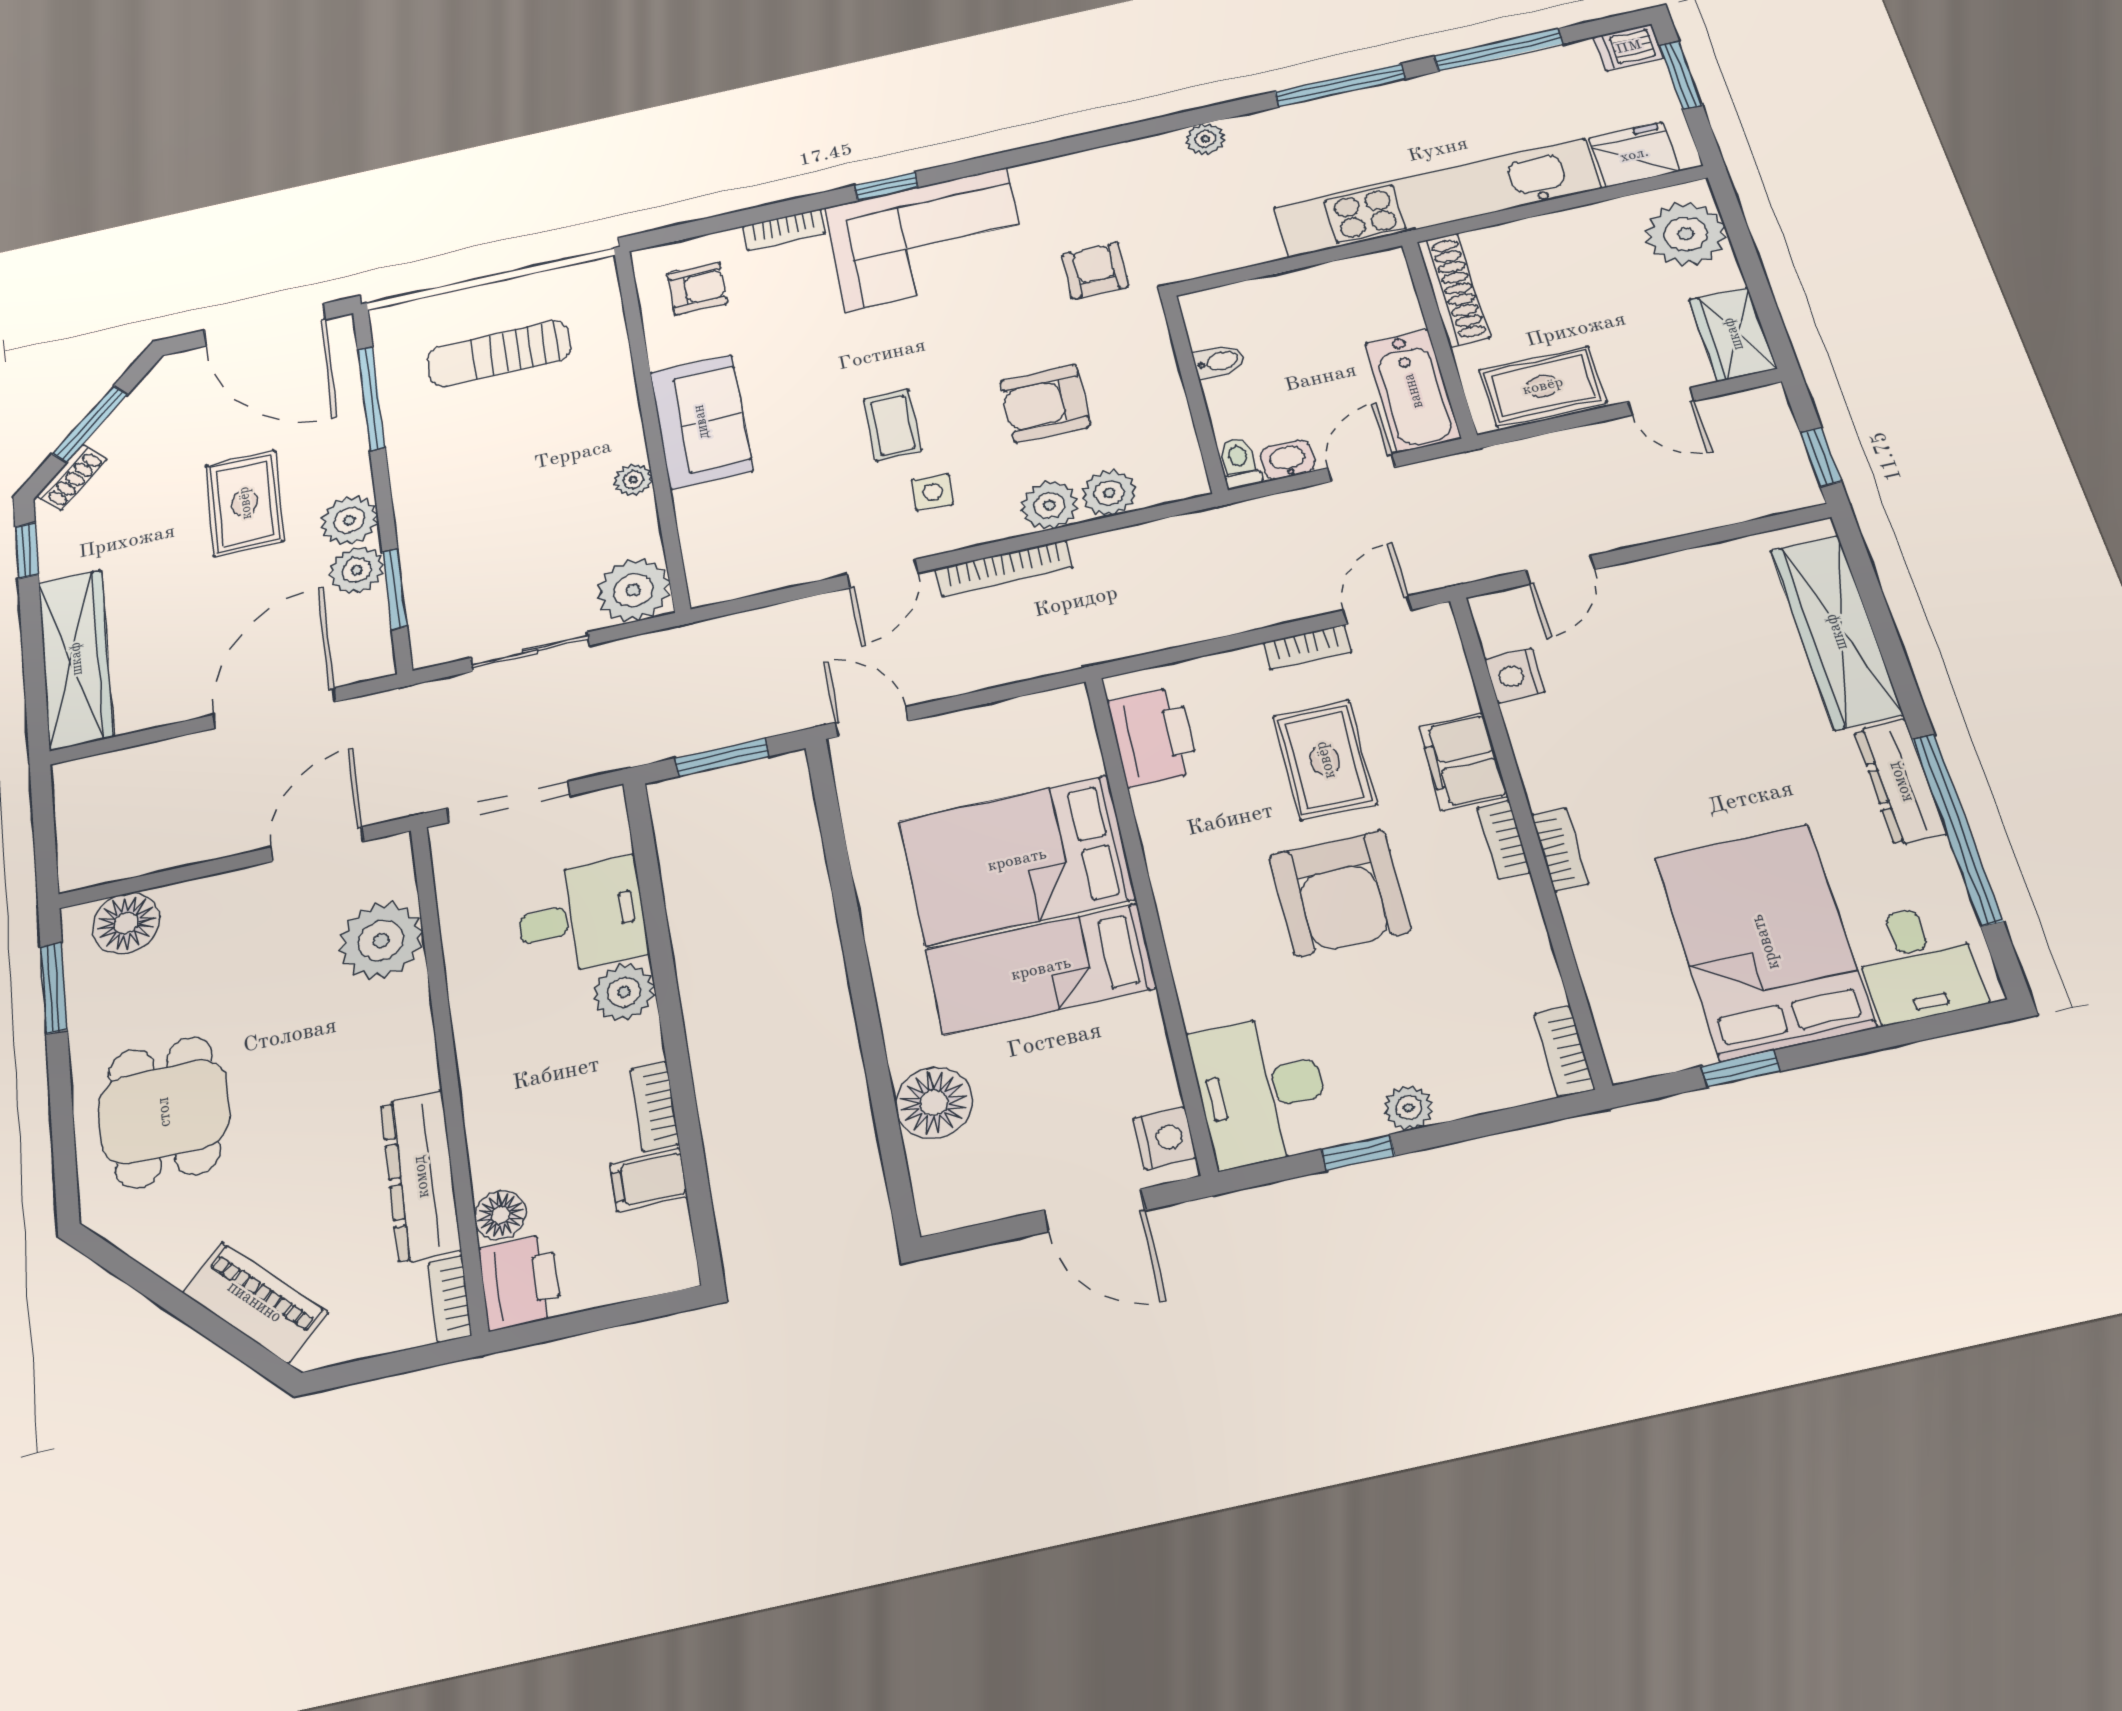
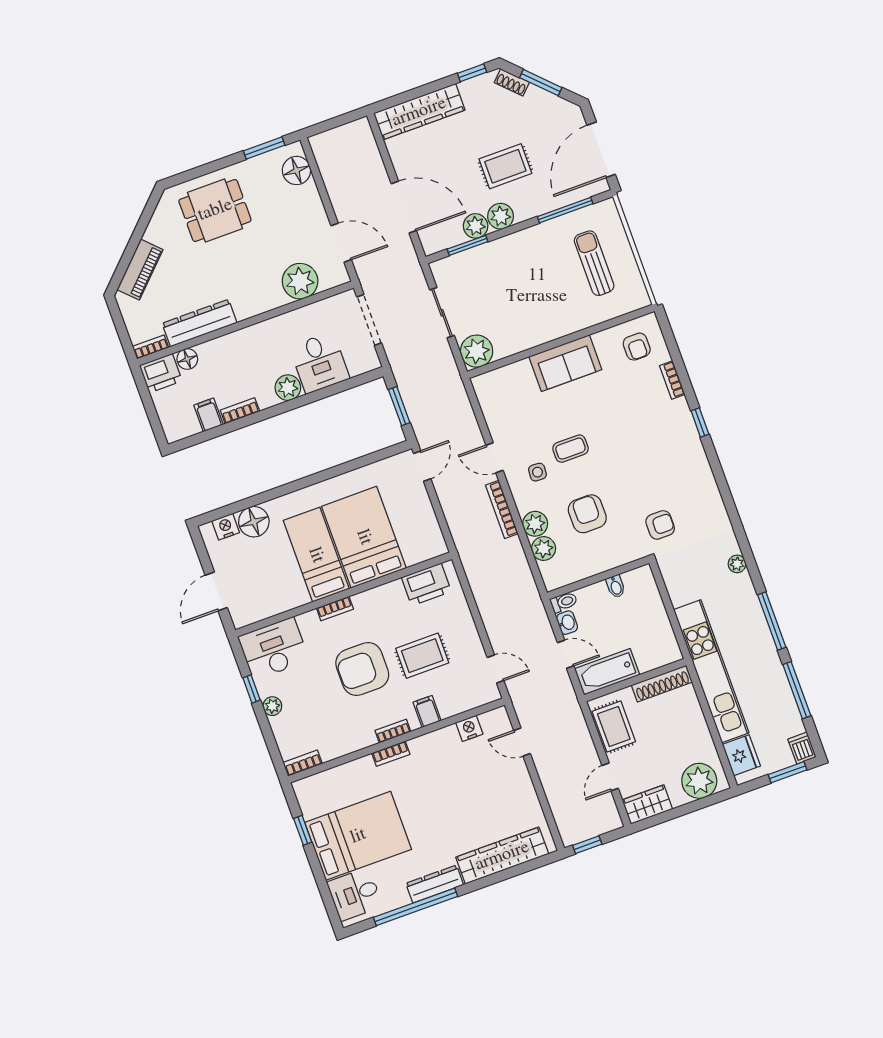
corner sofa: (927, 239) -> (672, 446), removed
plant: (633, 480) -> (533, 339), removed
bookcase: (1307, 647) -> (335, 609), moved, turned -90
filing cabinet: (1463, 761) -> (427, 711), width x0.50
nightstand: (1165, 1138) -> (226, 527), moved, turned 180

